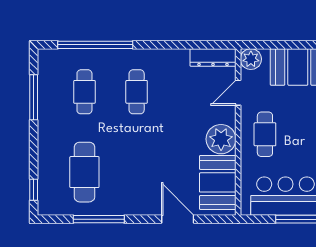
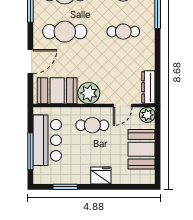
door: (238, 93) -> (123, 106), swing flipped
cafe table: (137, 172) -> (65, 32), added

